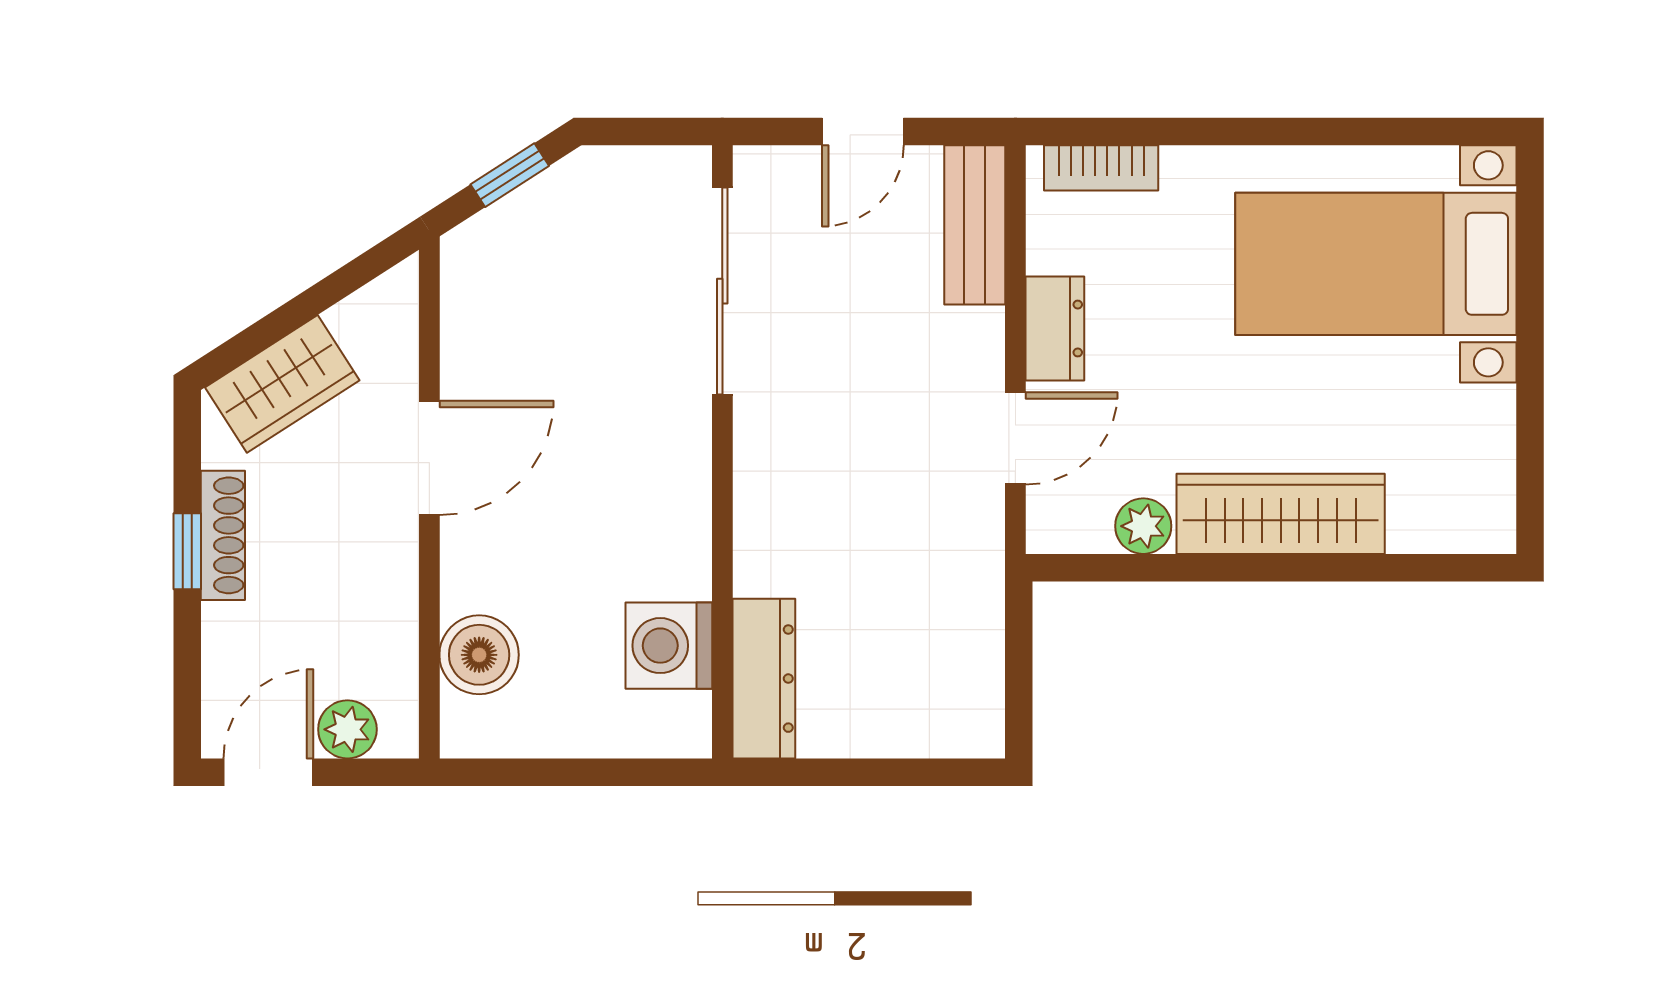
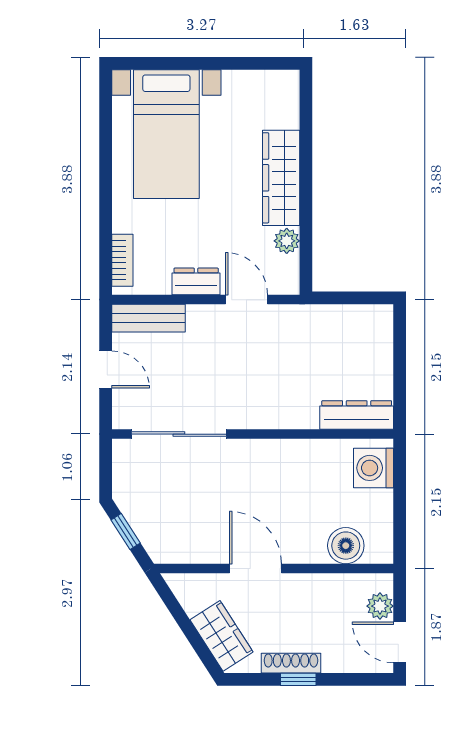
washing machine: (669, 646) -> (374, 468), moved, turned 90

